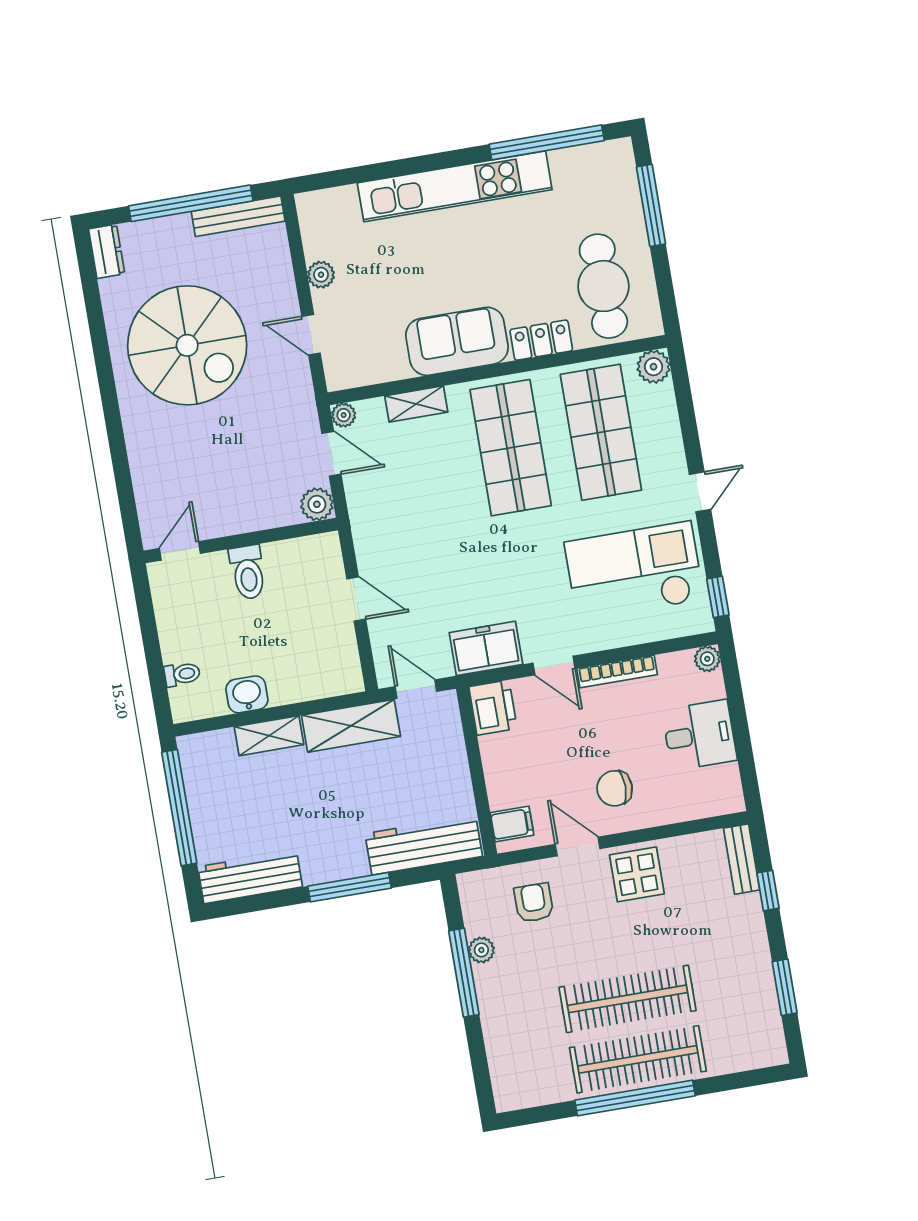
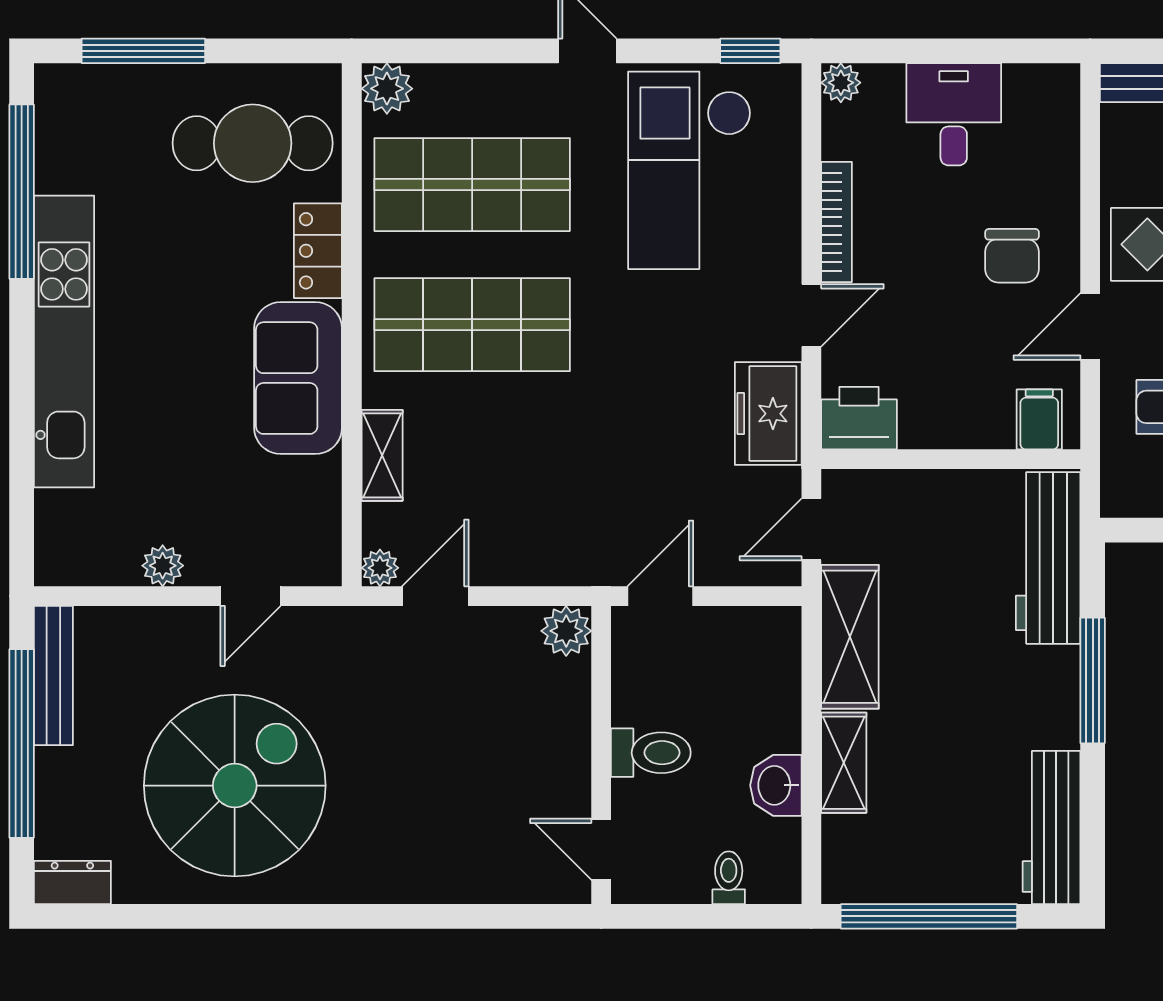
plant: (317, 504) -> (566, 631), moved
wall: (241, 540) -> (601, 755), moved
door: (180, 551) -> (601, 849), moved
toilet: (248, 572) -> (651, 753), moved

